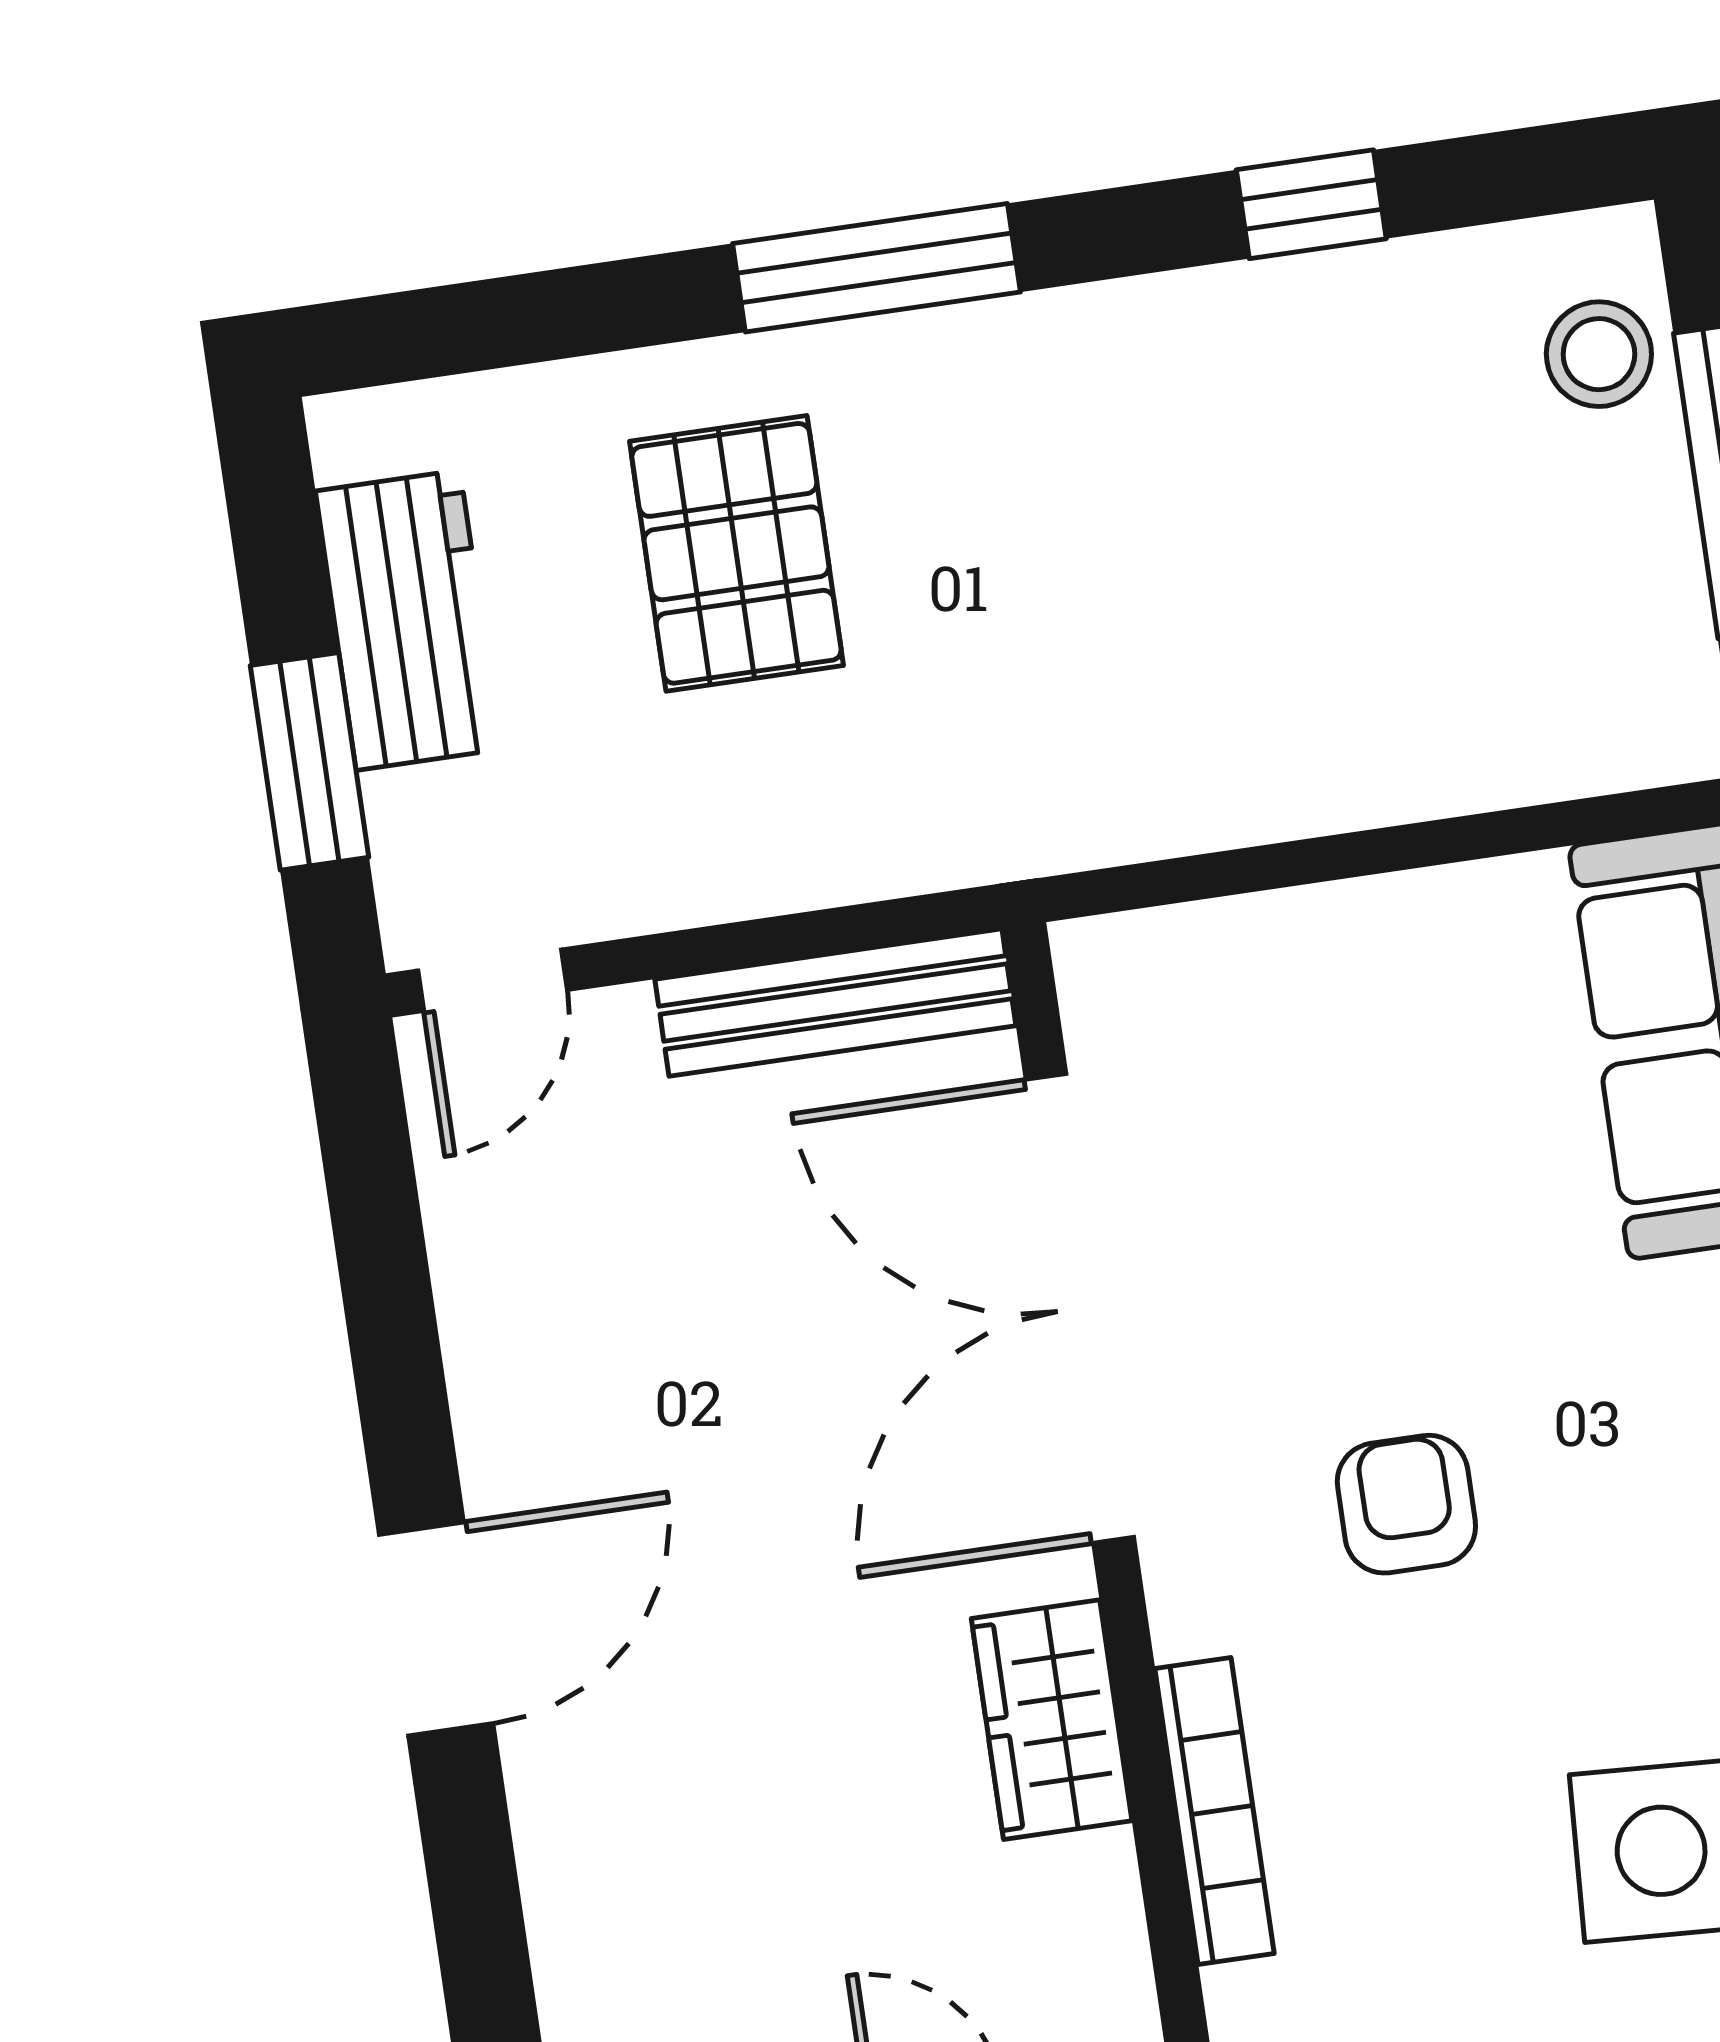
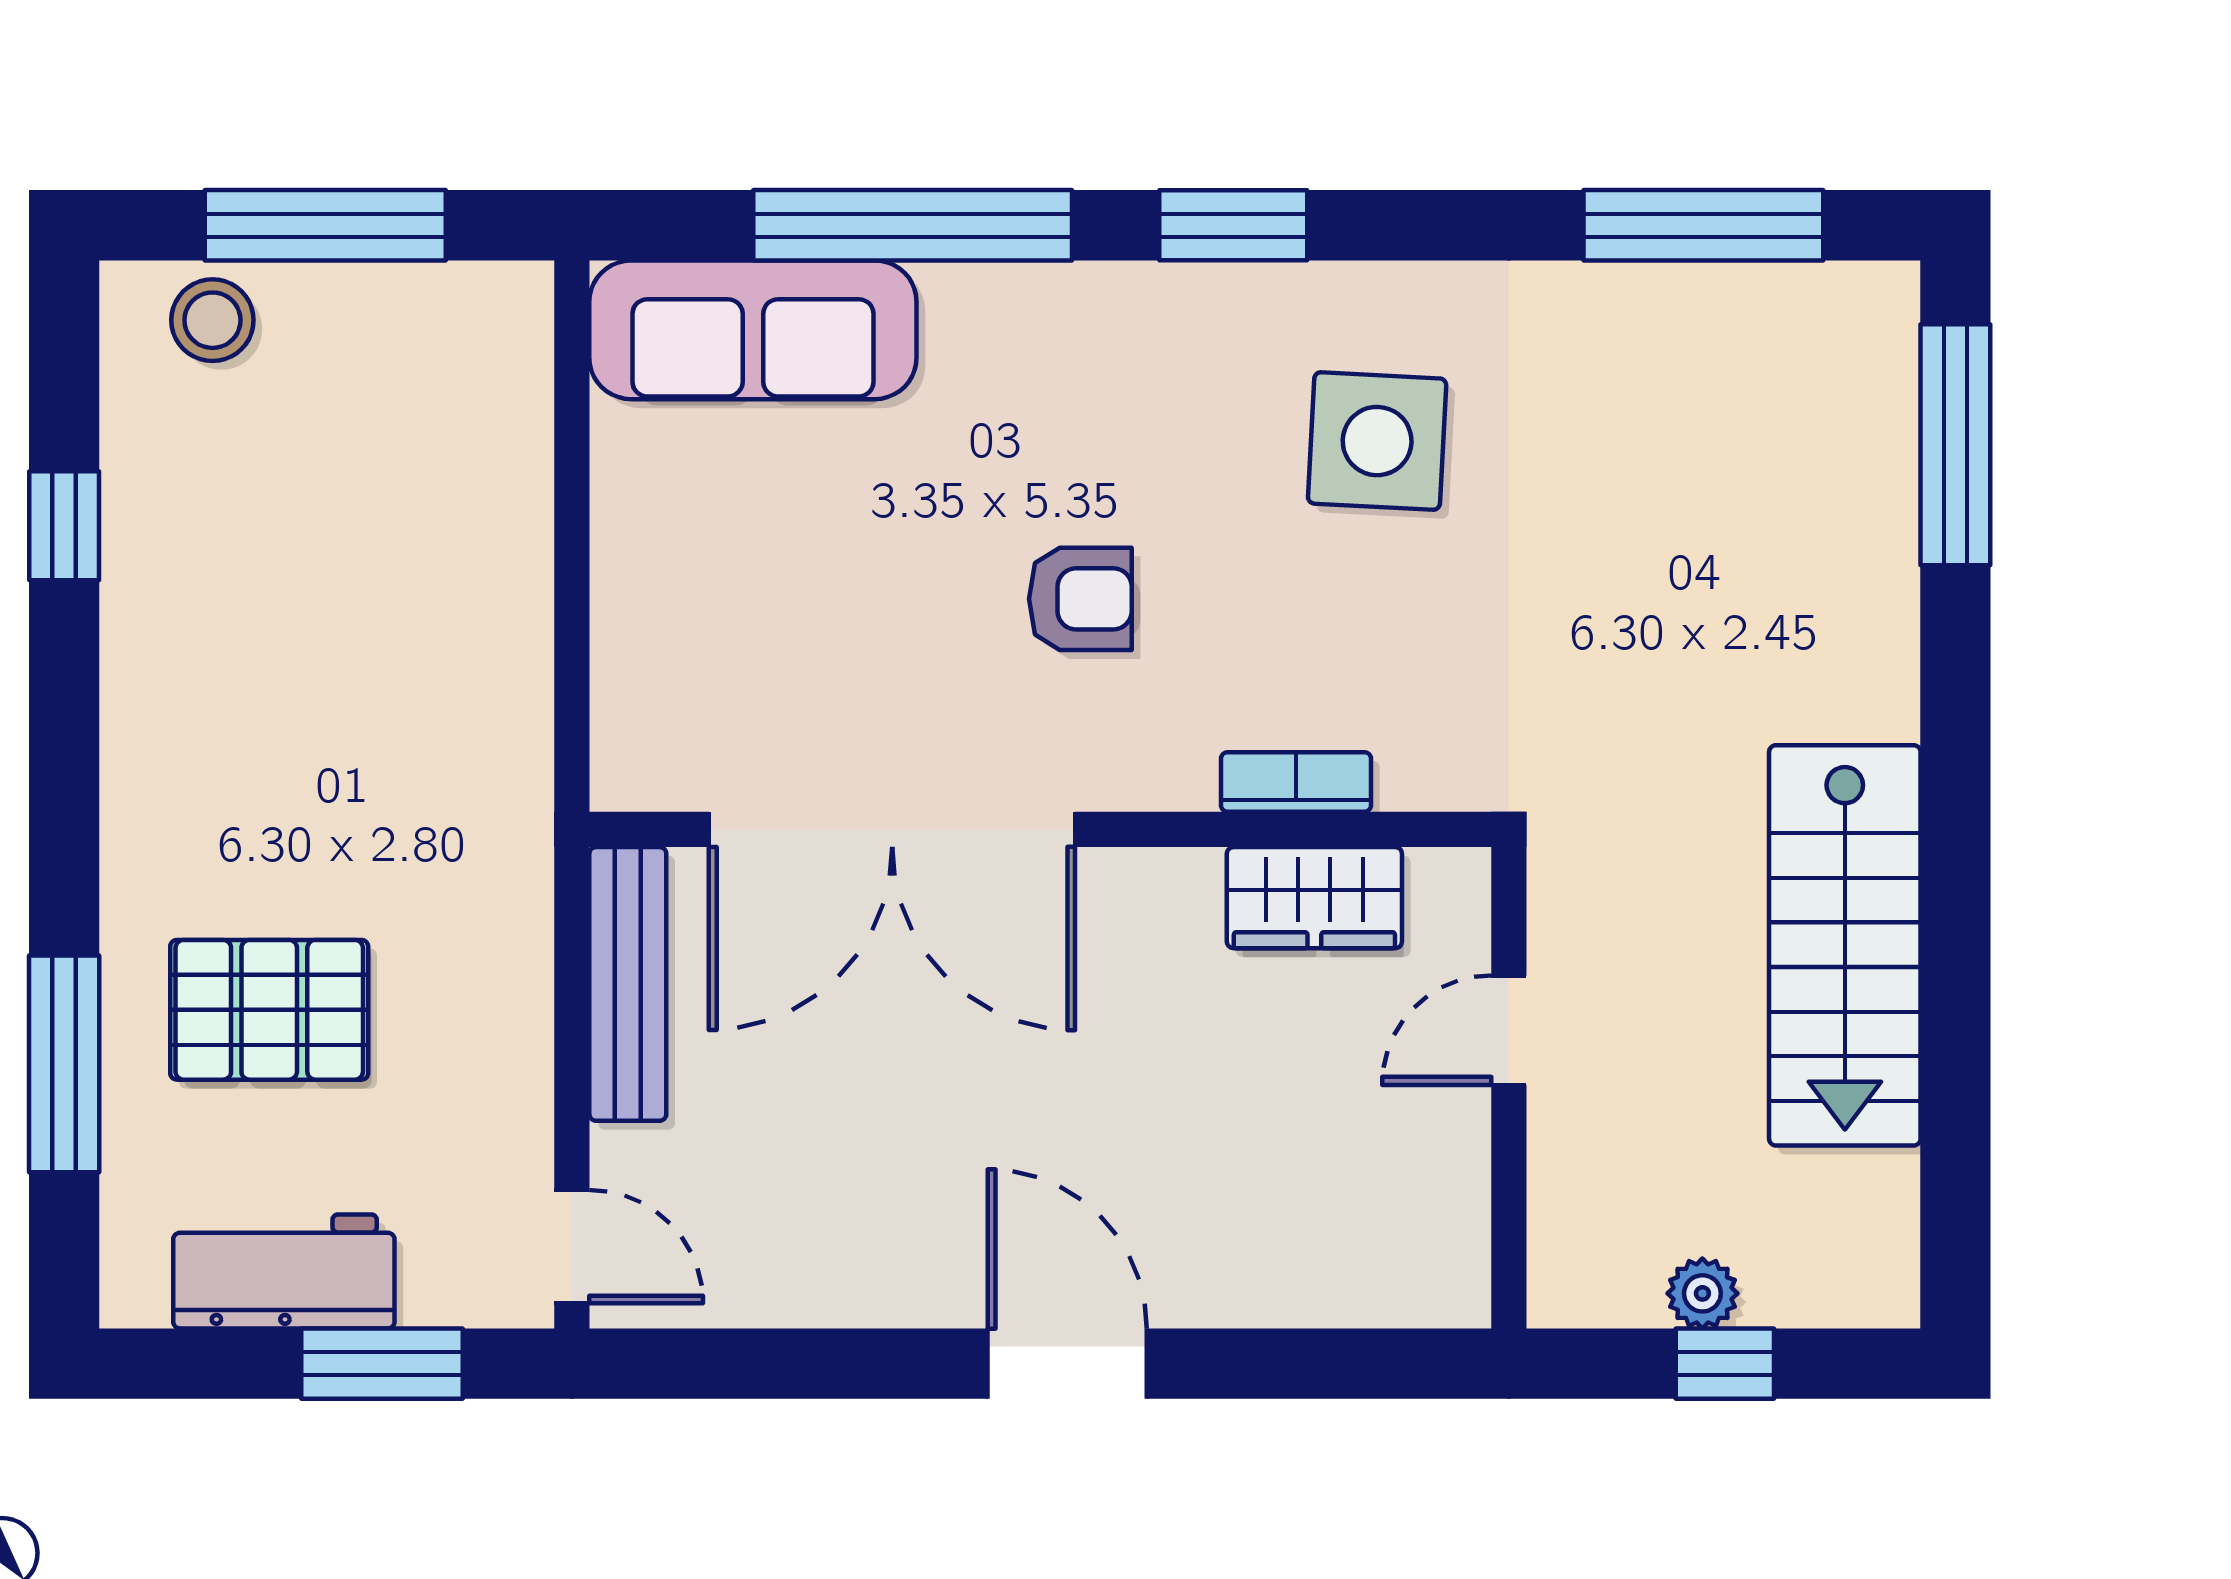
window: (876, 268) -> (64, 1064), moved
armchair: (1406, 1504) -> (1080, 599), turned 180
wardrobe: (1052, 1720) -> (1314, 898), moved
bookcase: (1214, 1811) -> (1296, 782), width x0.64

